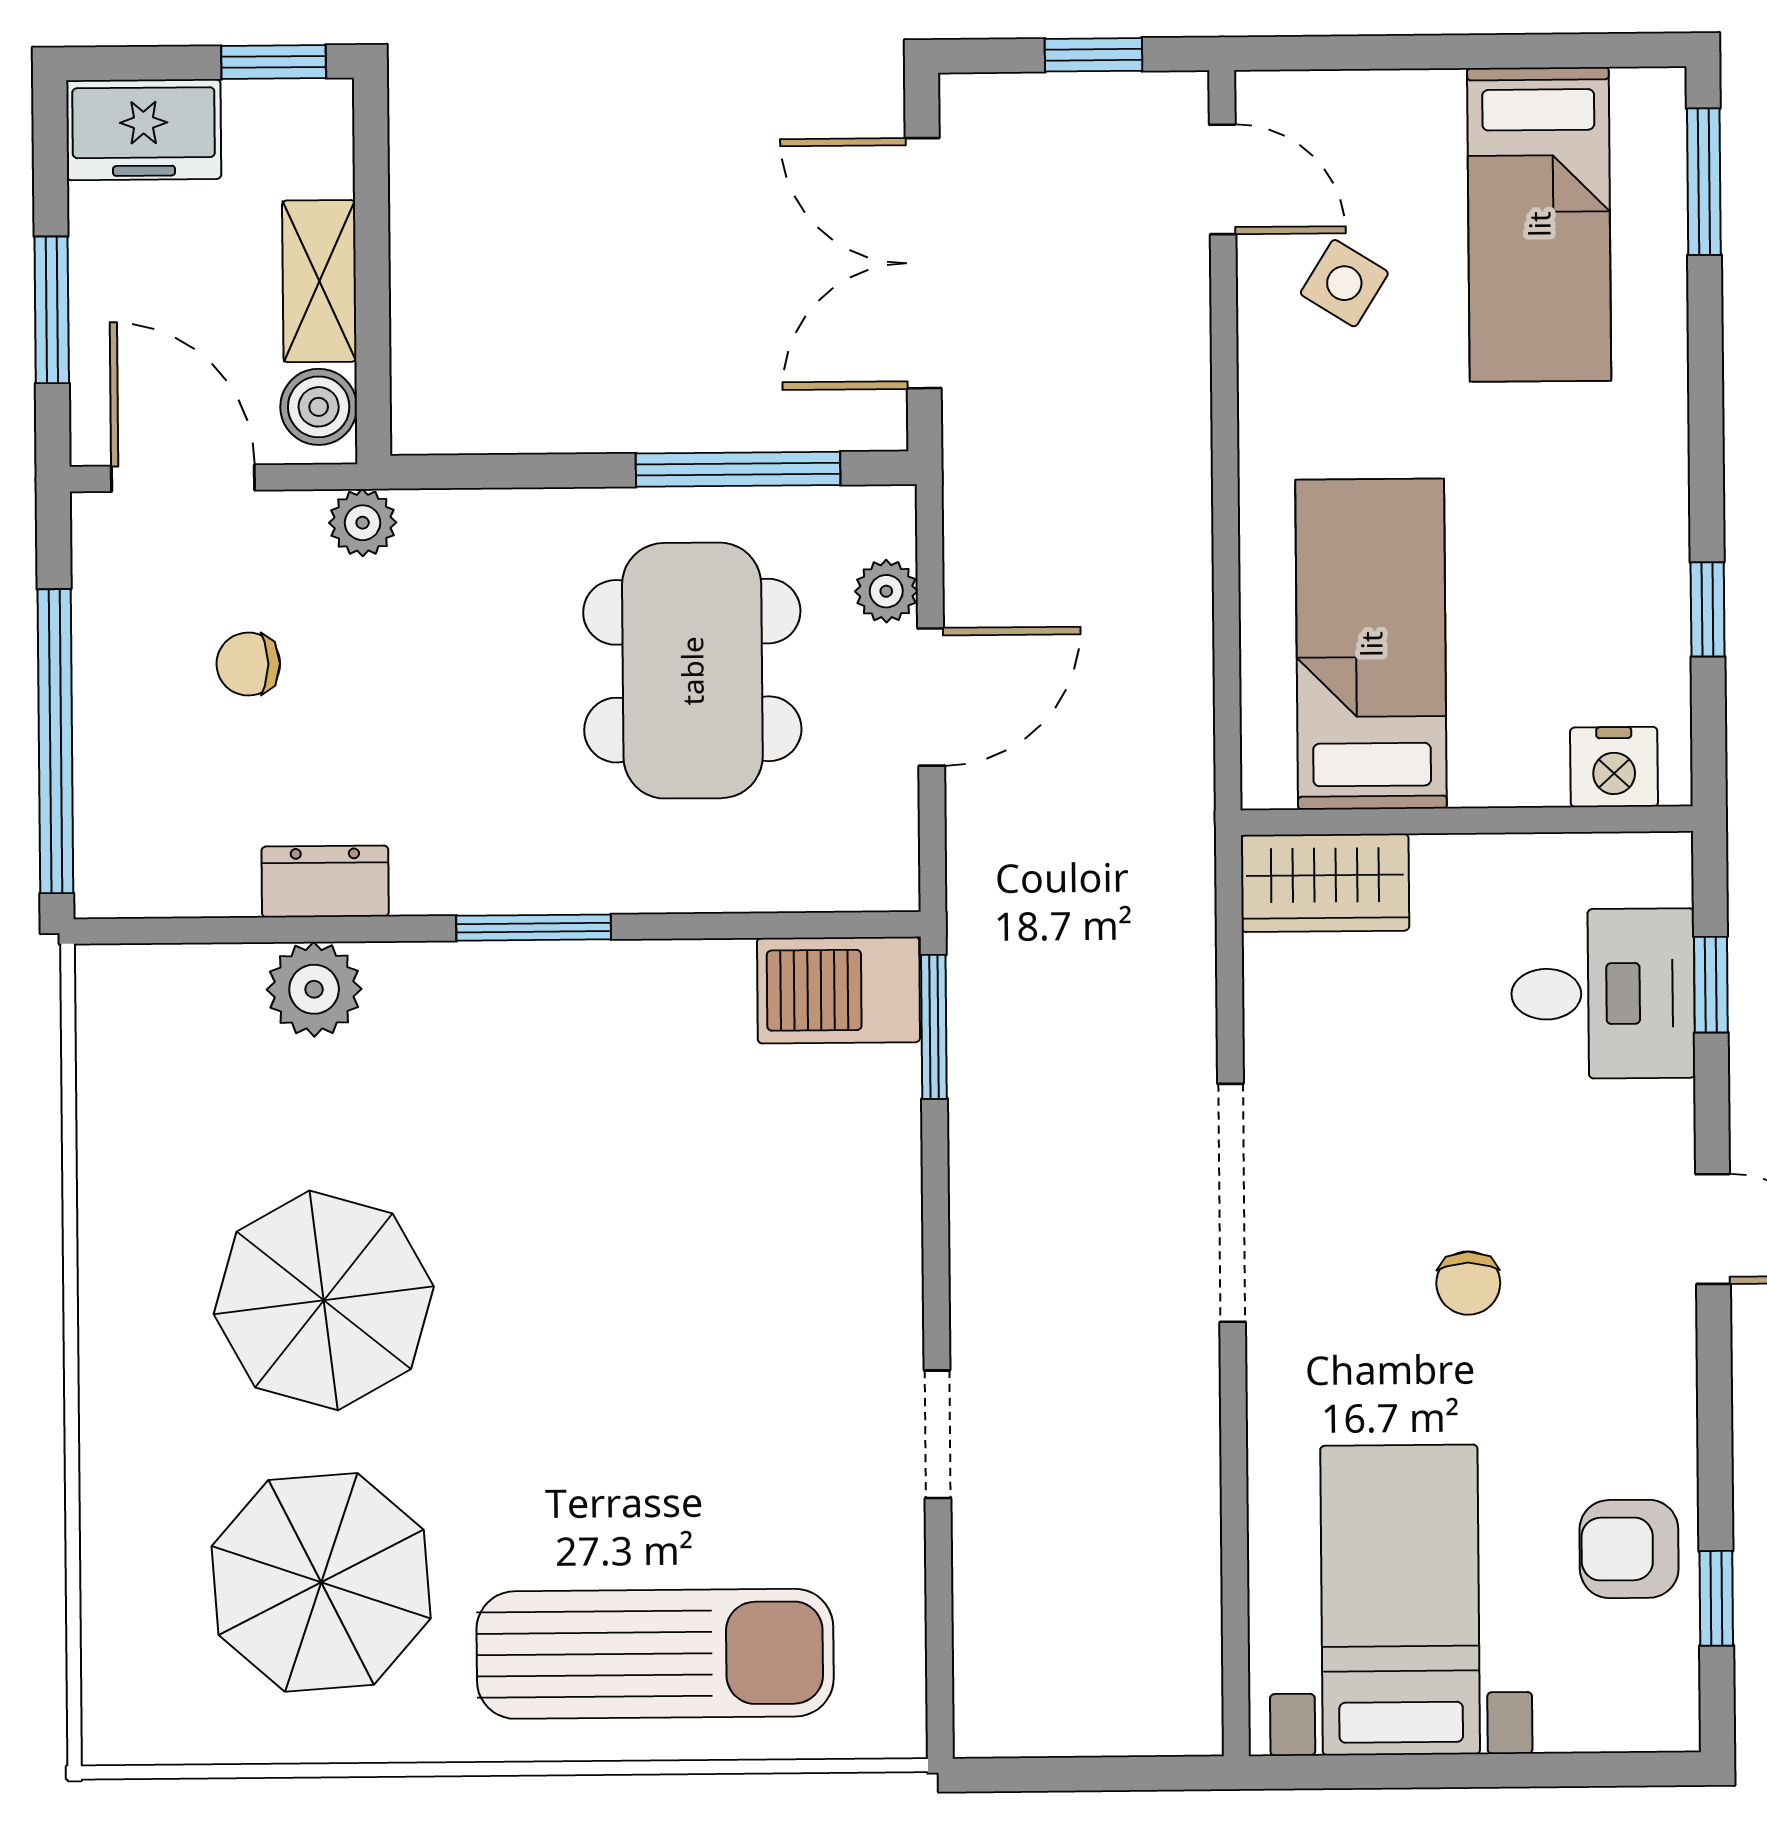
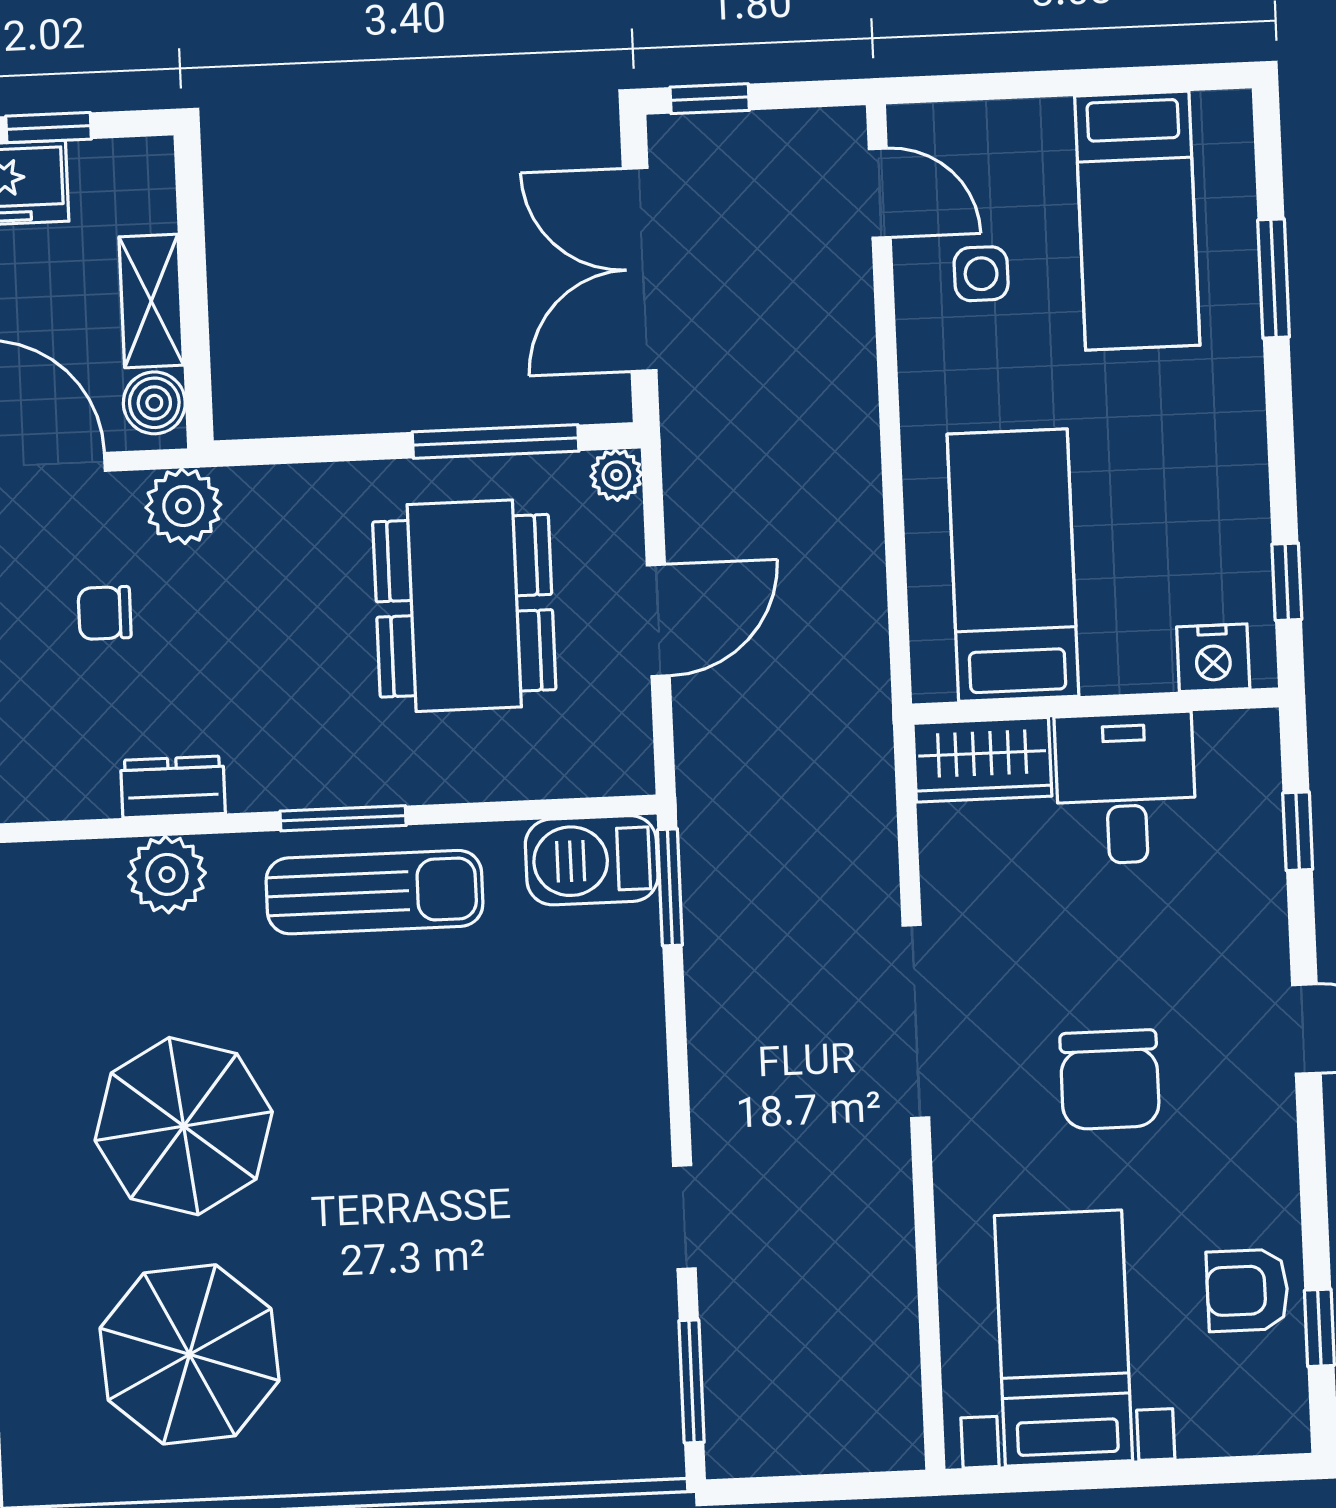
window: (1093, 55) -> (710, 99), moved
window: (274, 62) -> (49, 128), moved
window: (1704, 182) -> (1274, 278), moved
side table: (1344, 283) -> (981, 274), turned -32
plant: (363, 523) -> (183, 506), width x1.38, depth x1.38
plant: (886, 591) -> (616, 475), moved
window: (1708, 609) -> (1287, 582), moved
desk: (1603, 994) -> (1126, 788), moved, turned -90
chair: (1468, 1283) -> (1110, 1080), width x1.87, depth x1.87
window: (939, 1637) -> (692, 1381), added
sun lounger: (655, 1654) -> (374, 892), moved, width x0.73, depth x0.75

